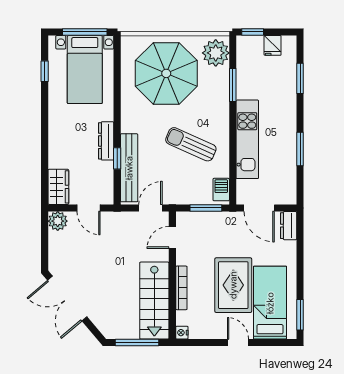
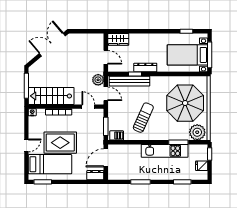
kitchen unit: (247, 139) -> (165, 151), moved
door: (89, 208) -> (106, 57), swing flipped
plant: (58, 221) -> (98, 80), moved

